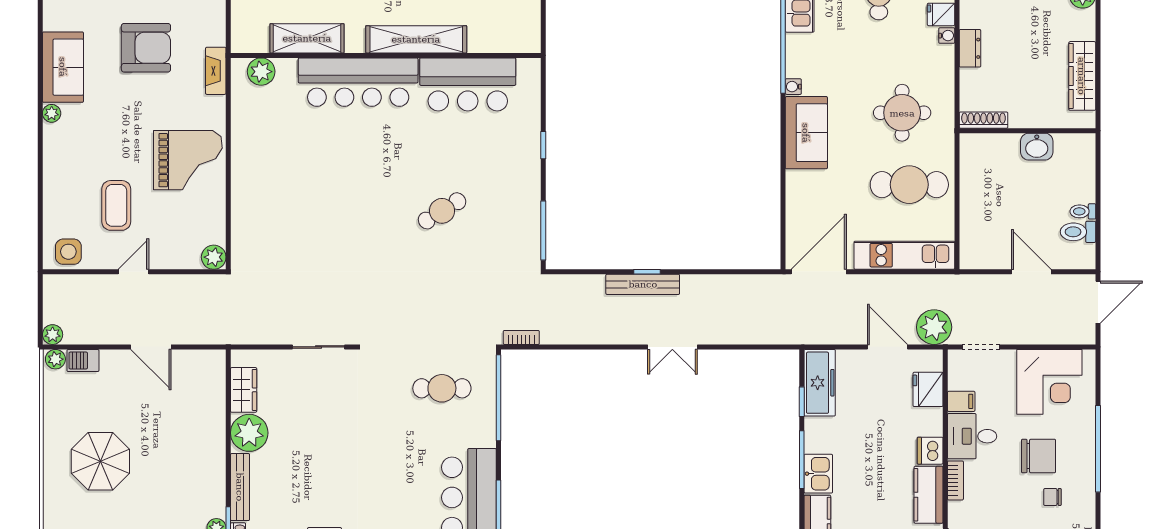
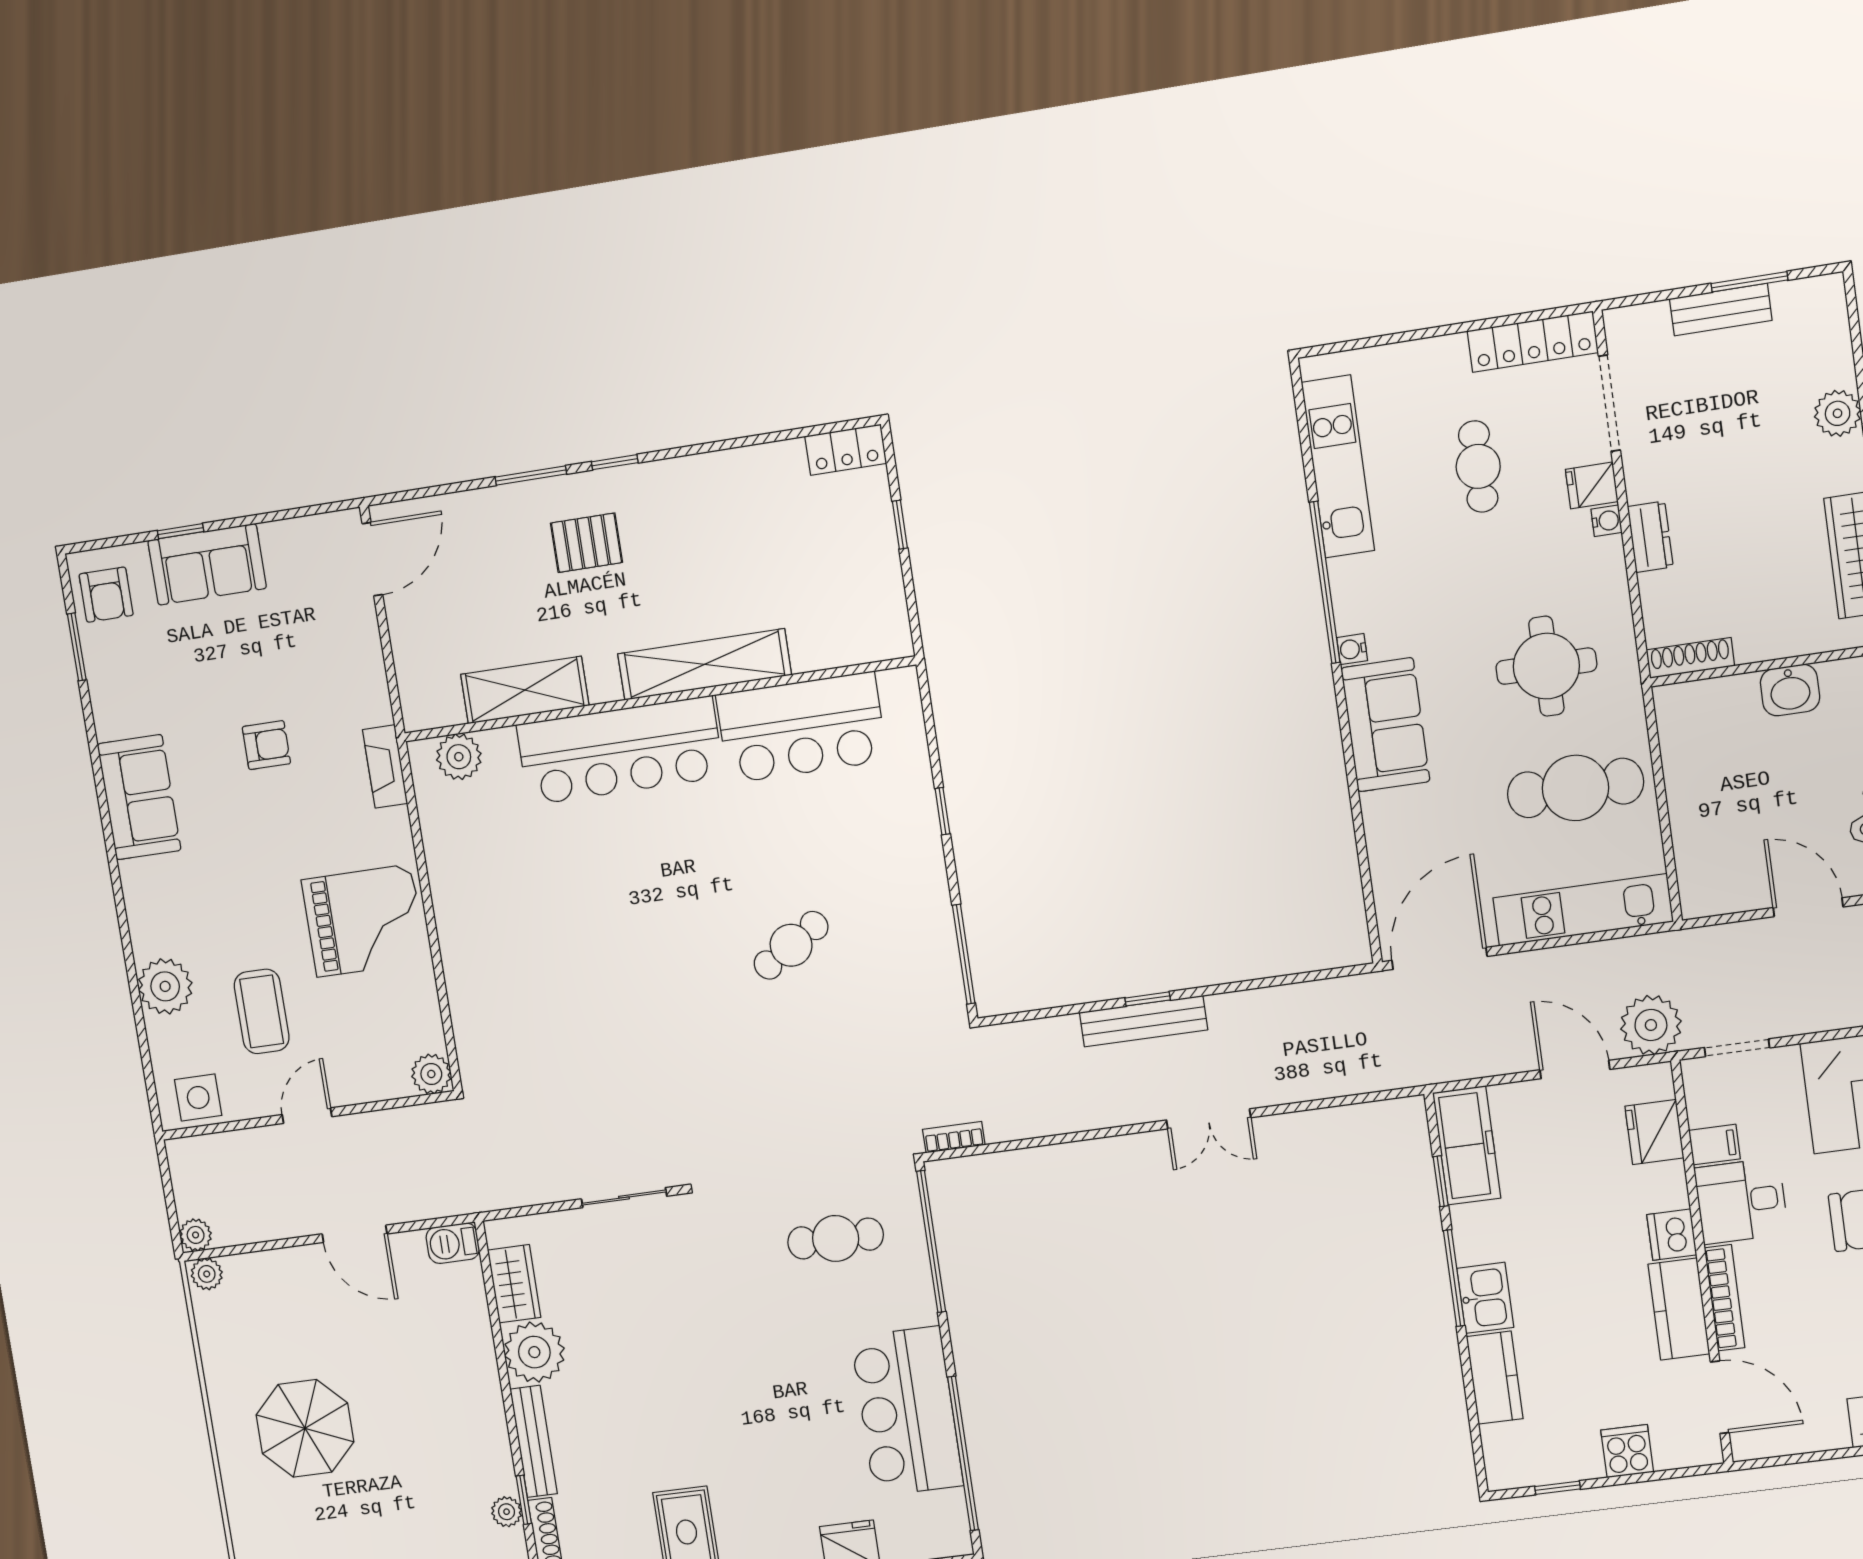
armchair: (146, 48) -> (266, 745), width x0.53, depth x0.53
plant: (52, 113) -> (165, 986), moved, width x1.88, depth x1.88
barbecue: (83, 361) -> (453, 1243), moved
bookcase: (955, 480) -> (1725, 1298), width x1.56

